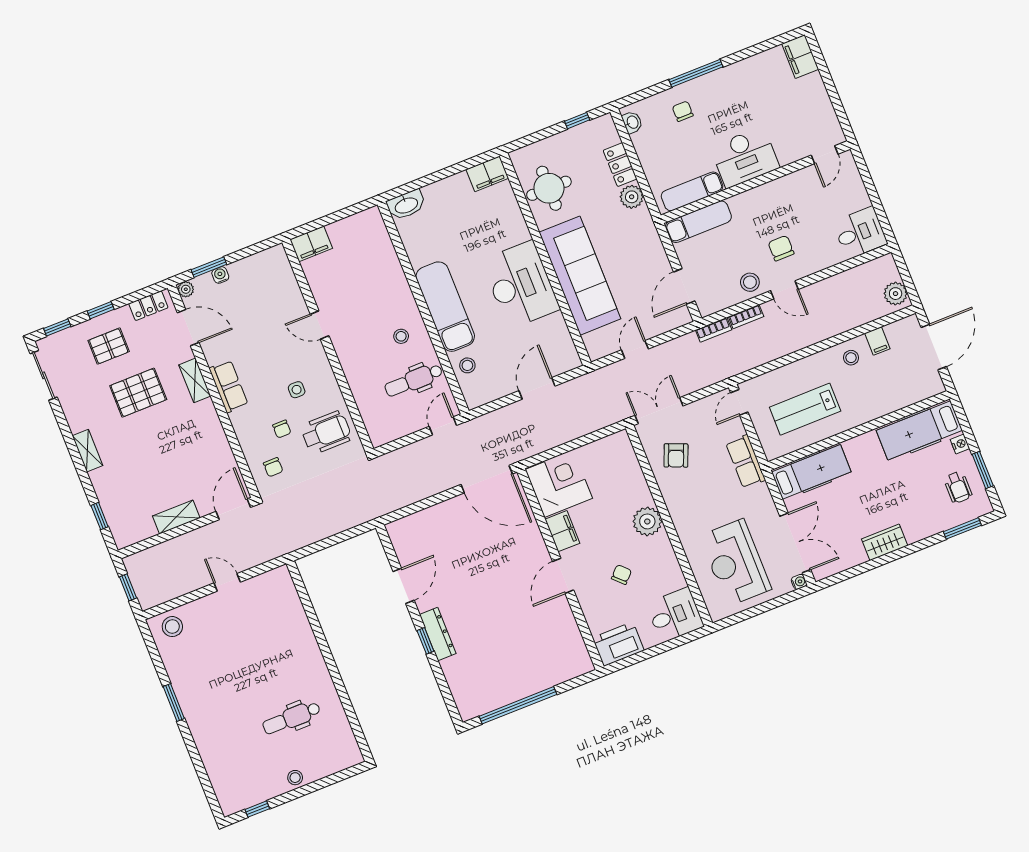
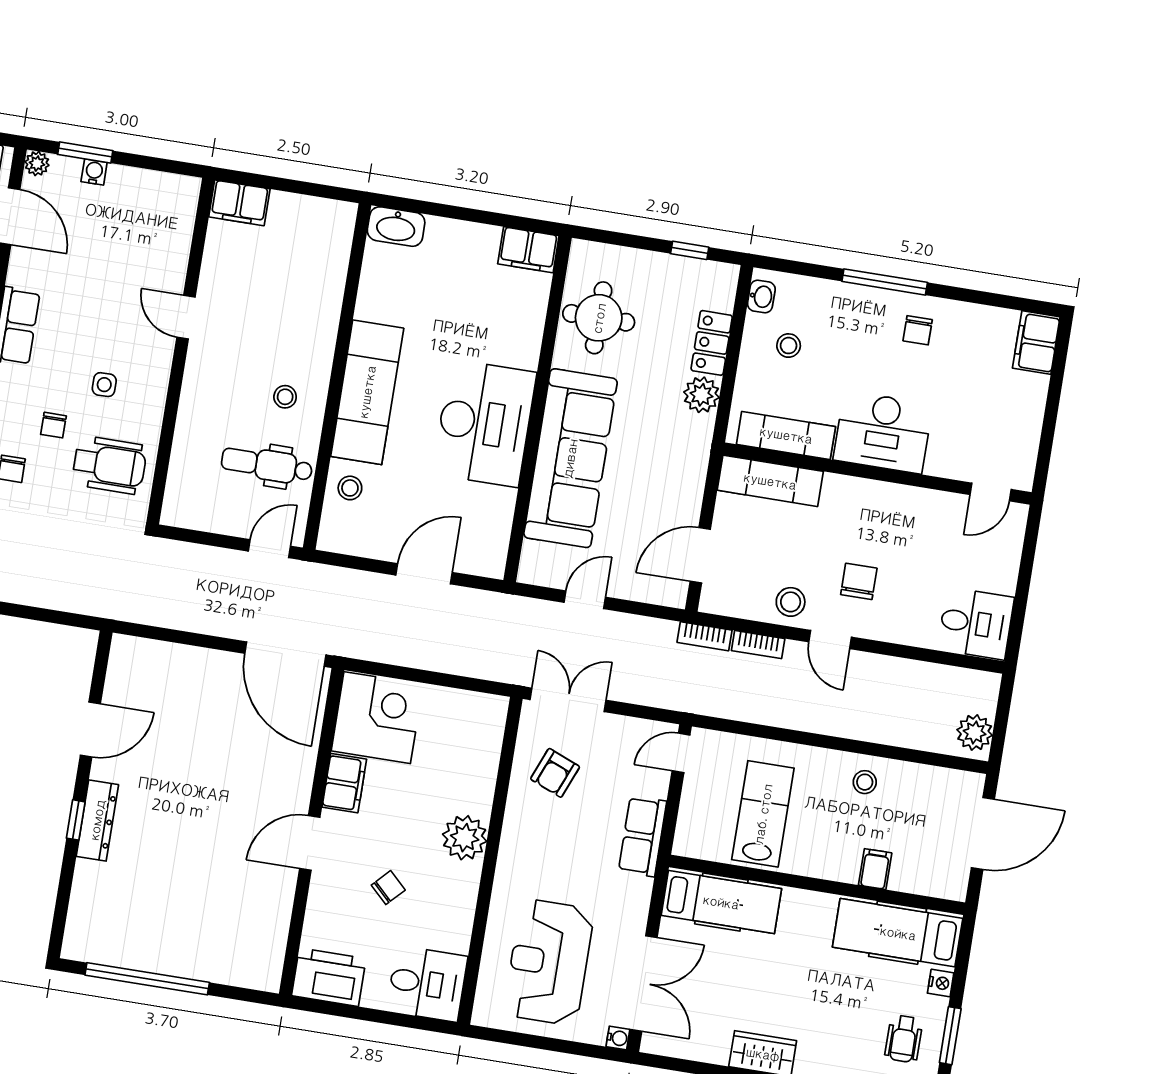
chair: (683, 111) -> (918, 330), moved, turned 180
stool: (664, 141) -> (789, 346), added
filing cabinet: (877, 341) -> (875, 869), moved, turned 180
lab bench: (805, 409) -> (763, 814), turned 90

